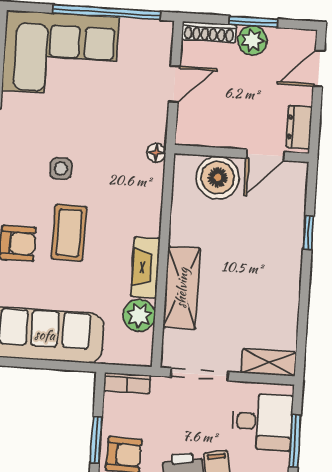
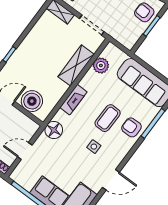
floor lamp: (156, 153) -> (54, 130), width x1.89, depth x1.89
fireplace: (146, 267) -> (73, 100), moved
bookcase: (127, 383) -> (124, 41), removed

